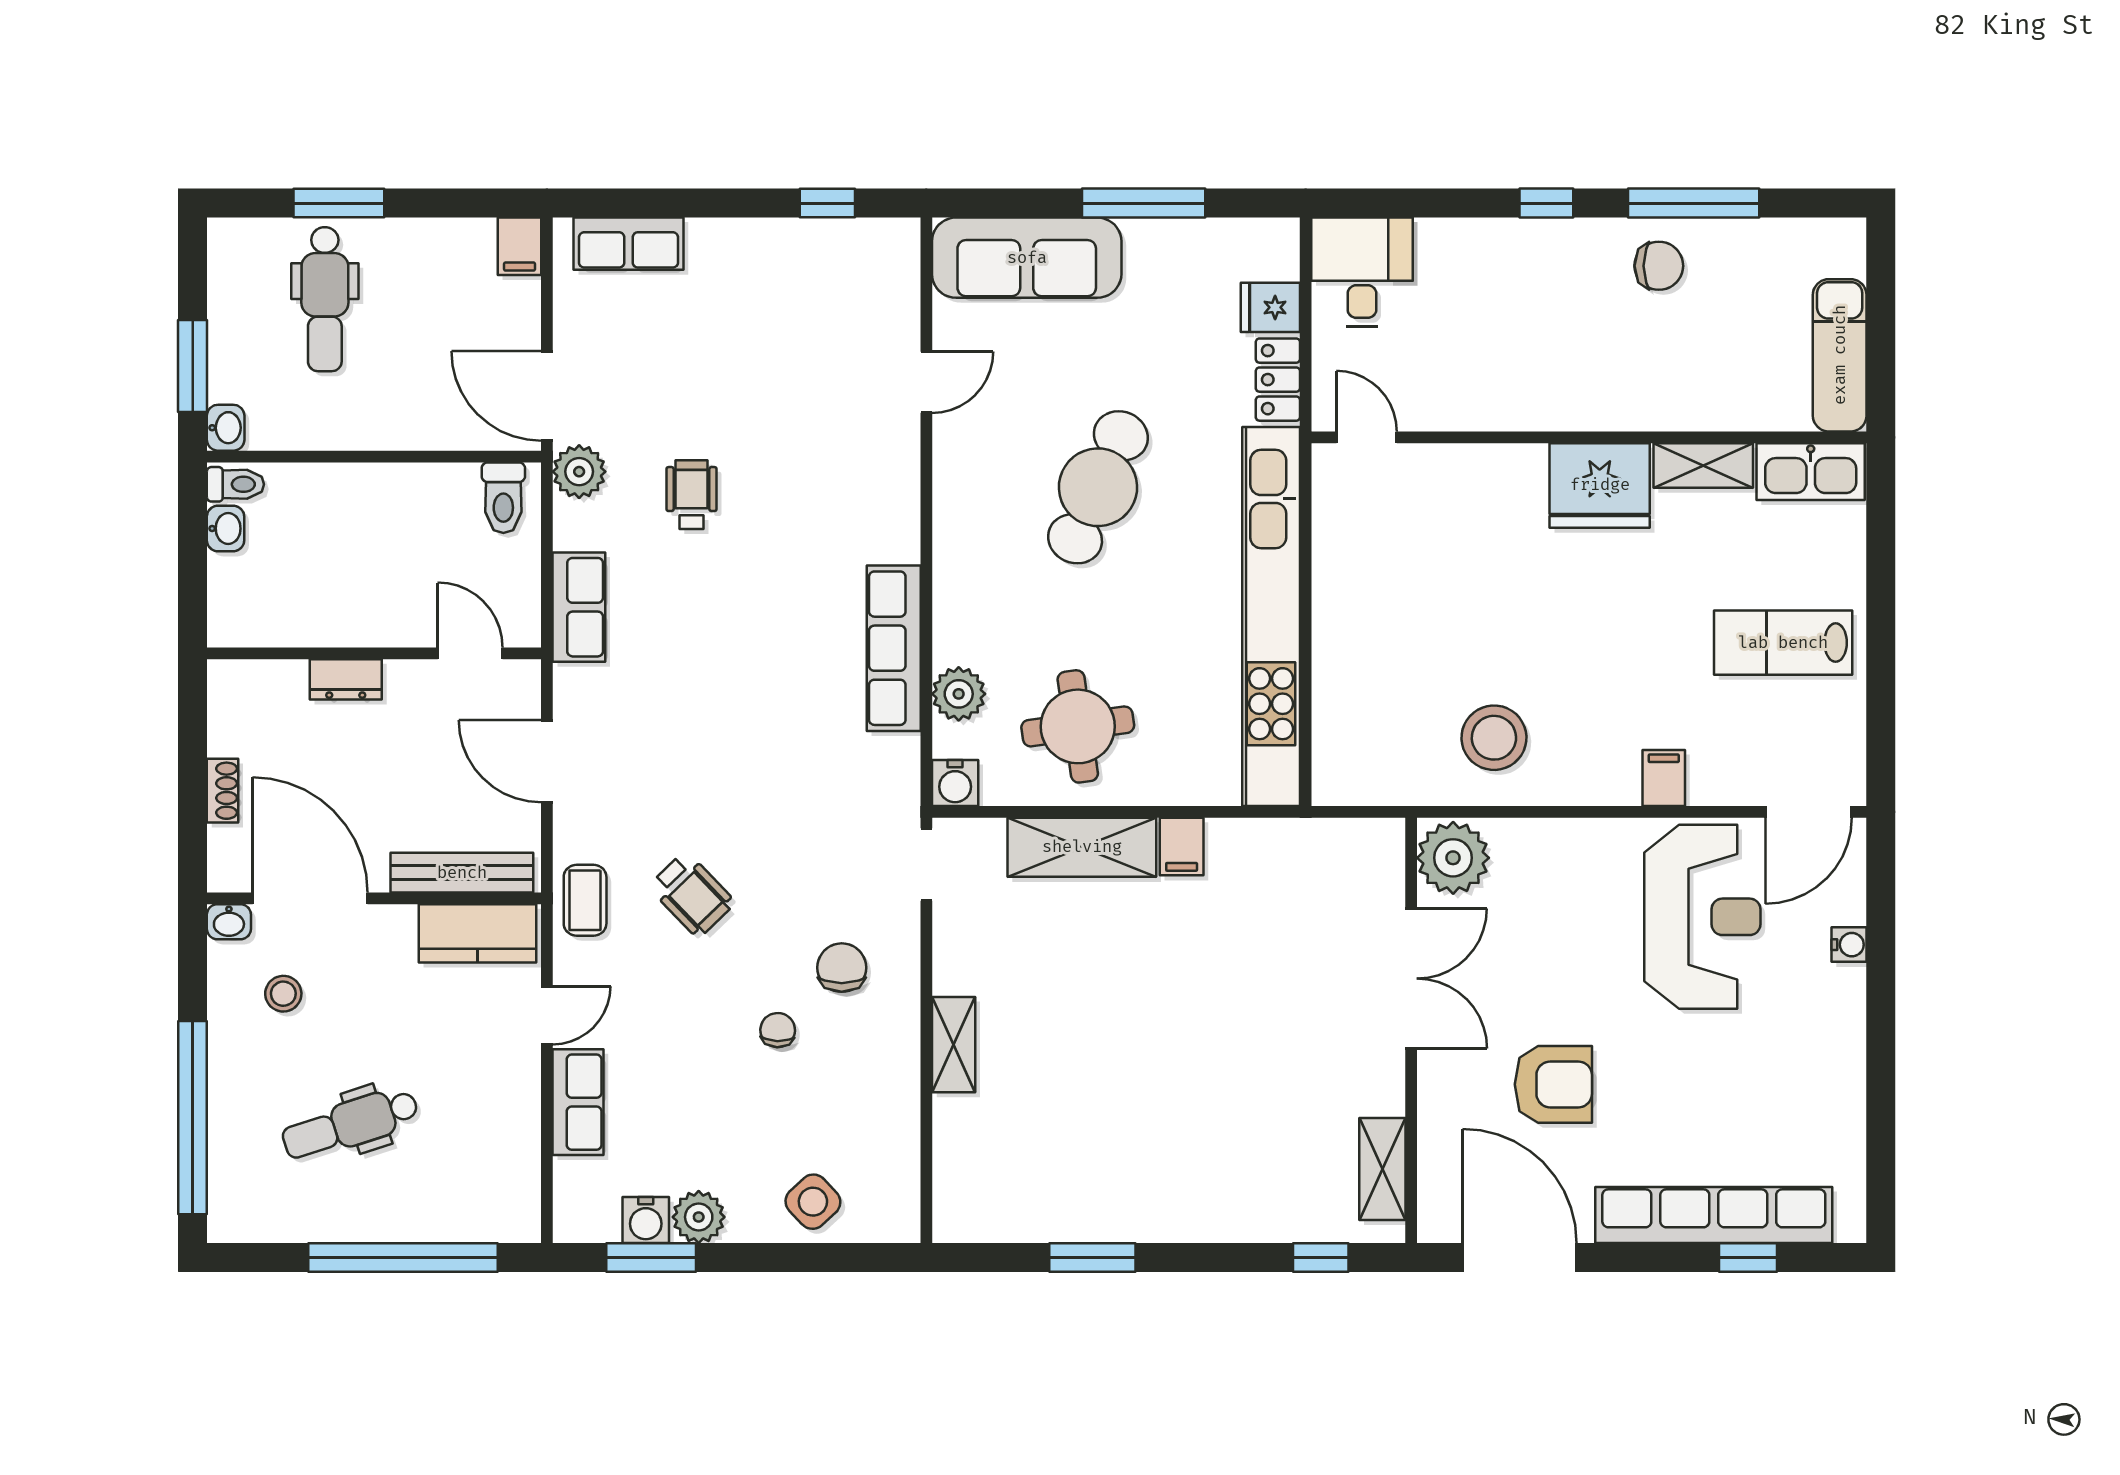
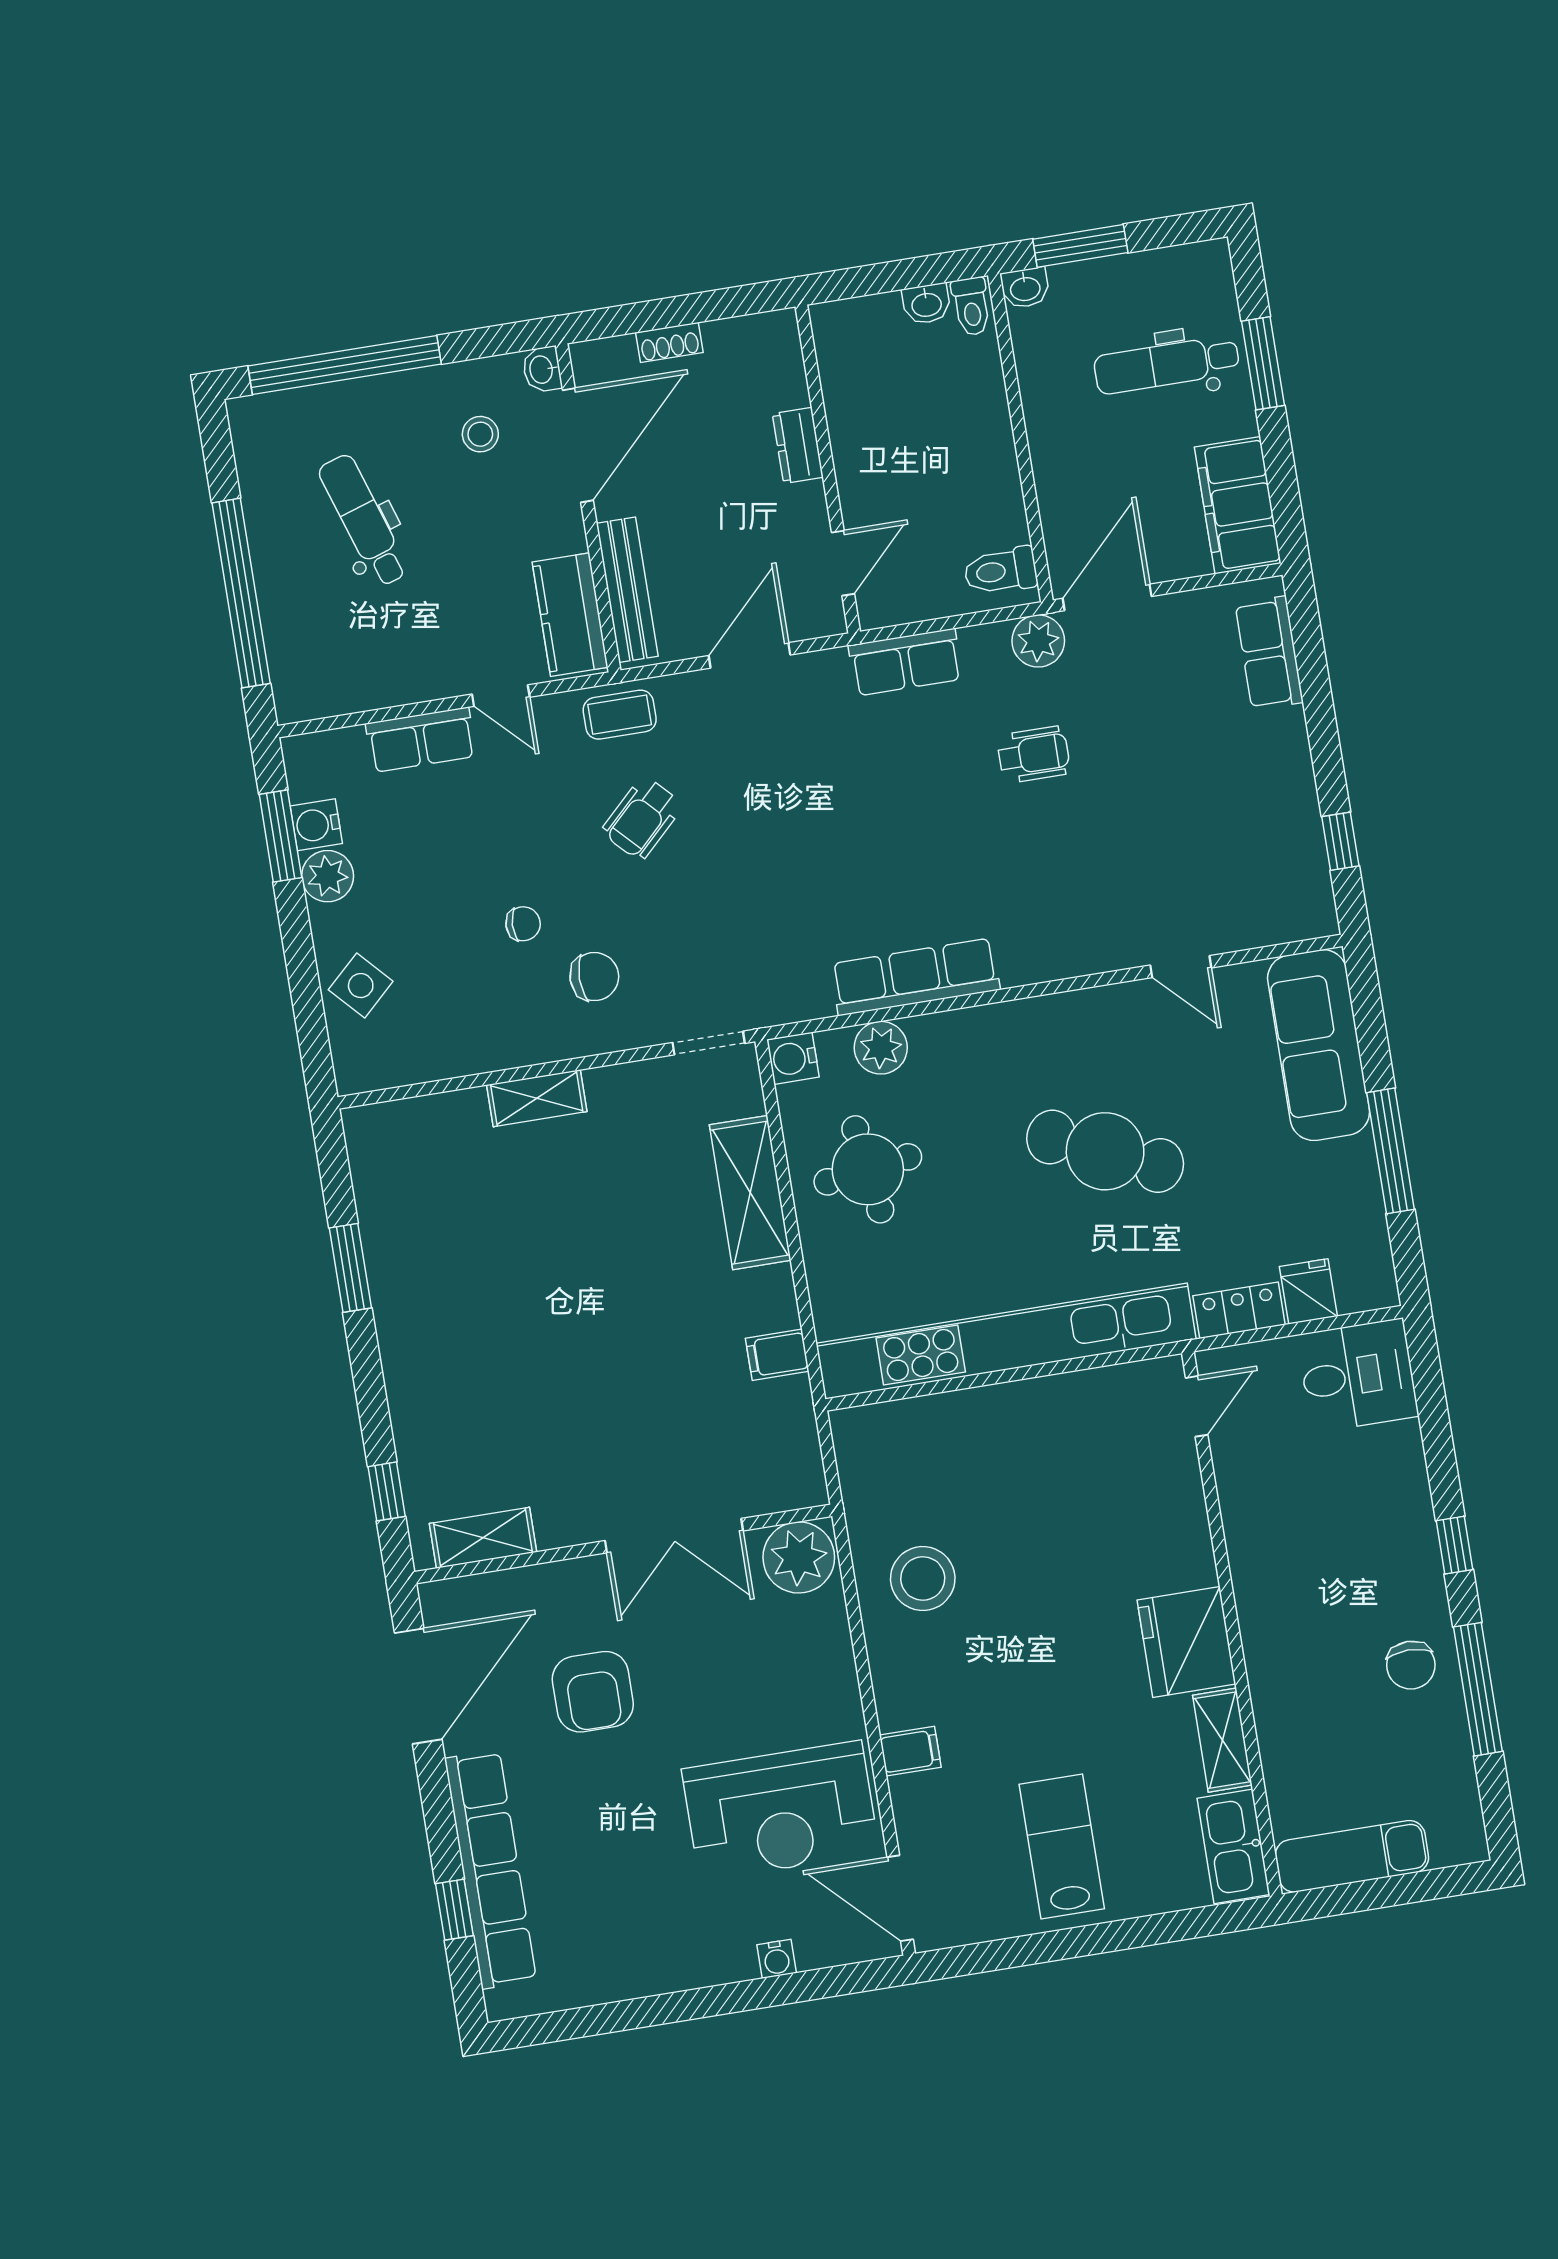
filing cabinet: (520, 246) -> (1238, 505), width x3.00, depth x1.17
filing cabinet: (1182, 847) -> (777, 1355), moved

